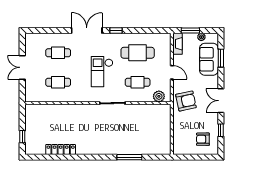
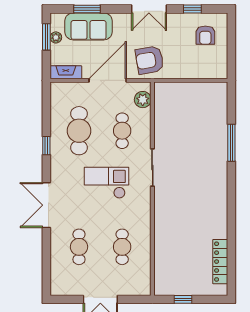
window: (116, 30) -> (46, 146), moved
window: (190, 30) -> (46, 37), moved
checkout: (102, 72) -> (106, 183), turned 180
door: (172, 72) -> (108, 80), width x1.87
armchair: (186, 101) -> (150, 60), turned -88
window: (22, 137) -> (183, 299), moved
locker: (61, 149) -> (220, 262), moved

